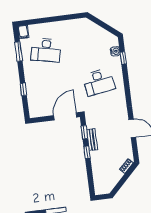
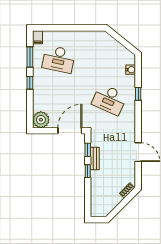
window: (123, 58) -> (138, 94), moved
desk: (99, 82) -> (109, 99), turned 33
window: (23, 89) -> (30, 83), moved
plant: (37, 109) -> (41, 120), added

